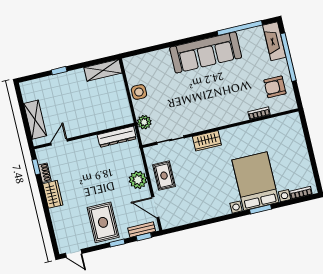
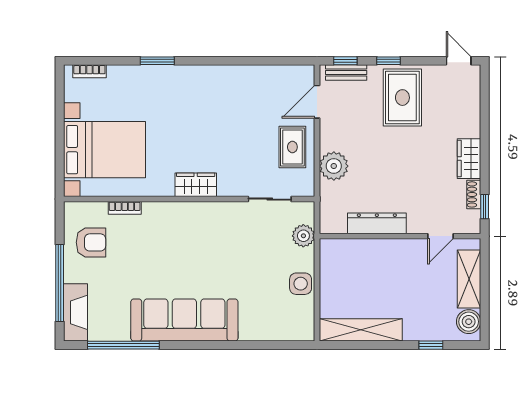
shelving: (103, 70) -> (361, 330), width x1.47
window: (59, 71) -> (431, 345), moved
boiler: (29, 93) -> (469, 322), added
dresser: (117, 137) -> (377, 223), moved
wardrobe: (207, 141) -> (196, 185), moved
plant: (138, 180) -> (334, 166), moved
bed with nightstands: (255, 181) -> (104, 150), moved, turned -90
door: (155, 207) -> (317, 102), swing flipped

